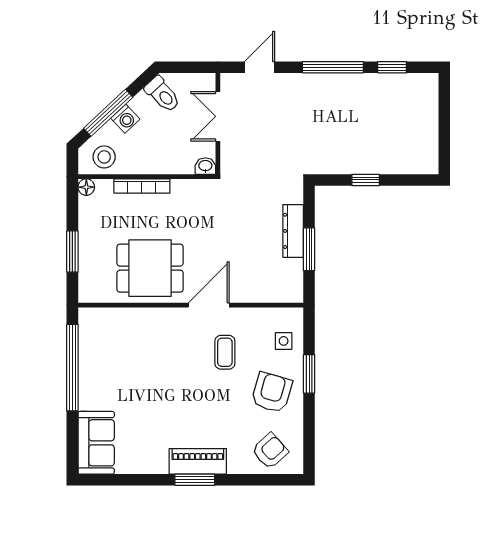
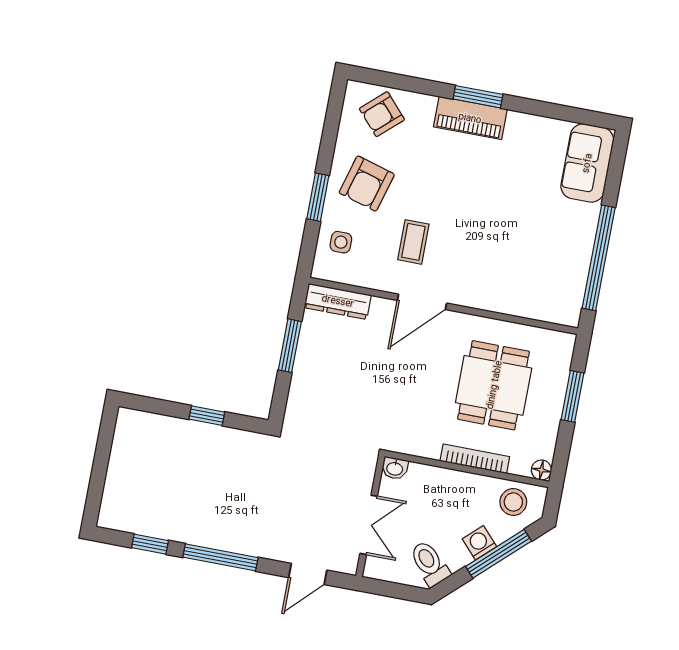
dresser: (293, 231) -> (338, 301), moved, turned 90
dining table: (150, 268) -> (494, 385), moved, turned 90

